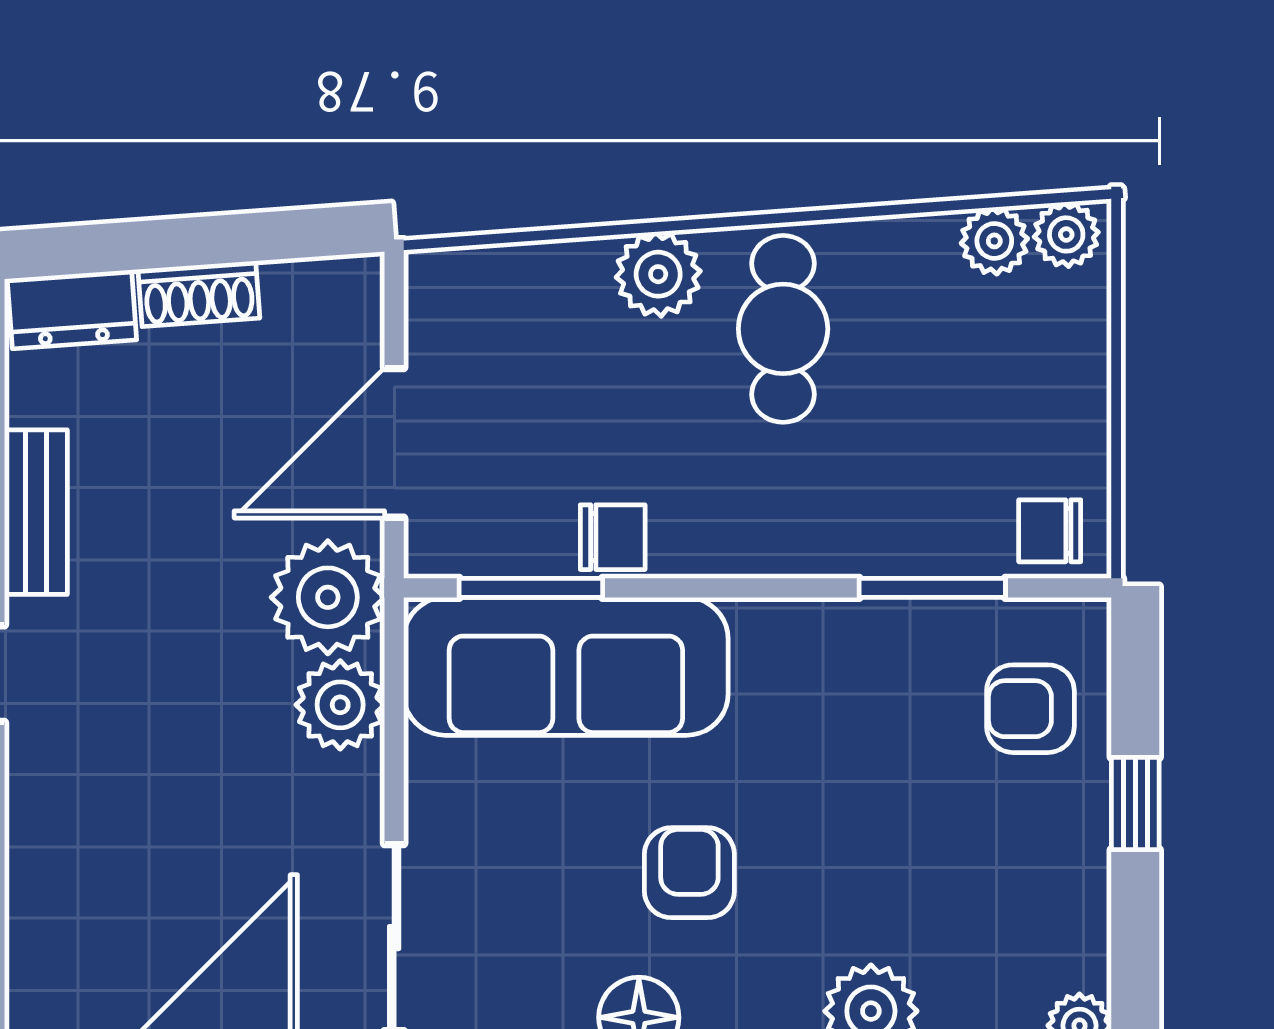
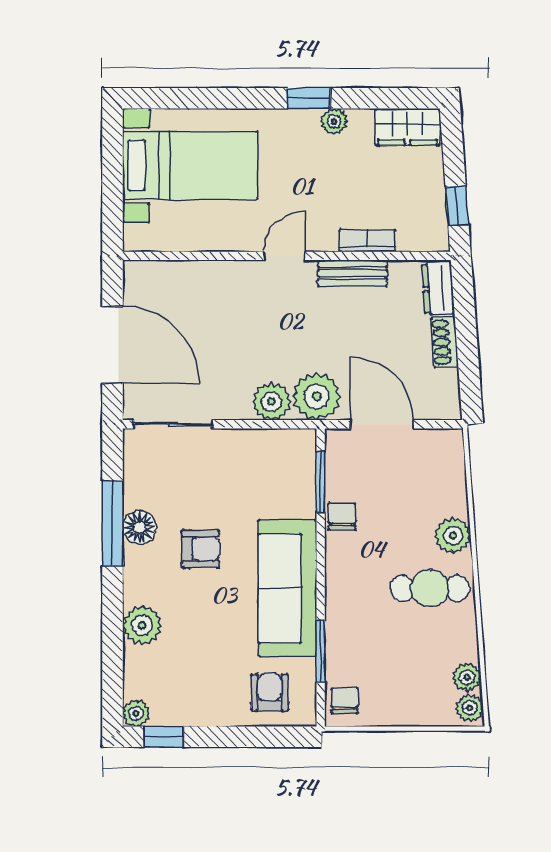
chair: (613, 537) -> (342, 516), turned 180
sofa: (566, 666) -> (287, 588), moved
window: (1135, 804) -> (164, 737), moved

